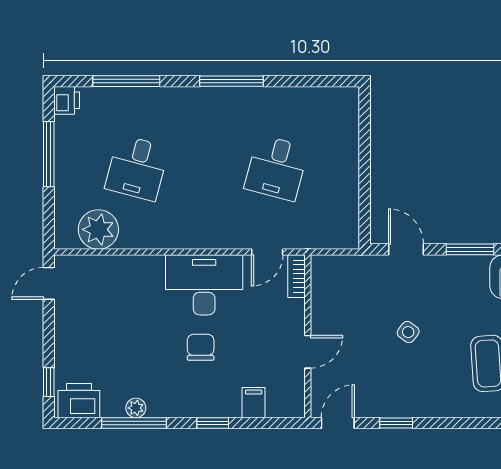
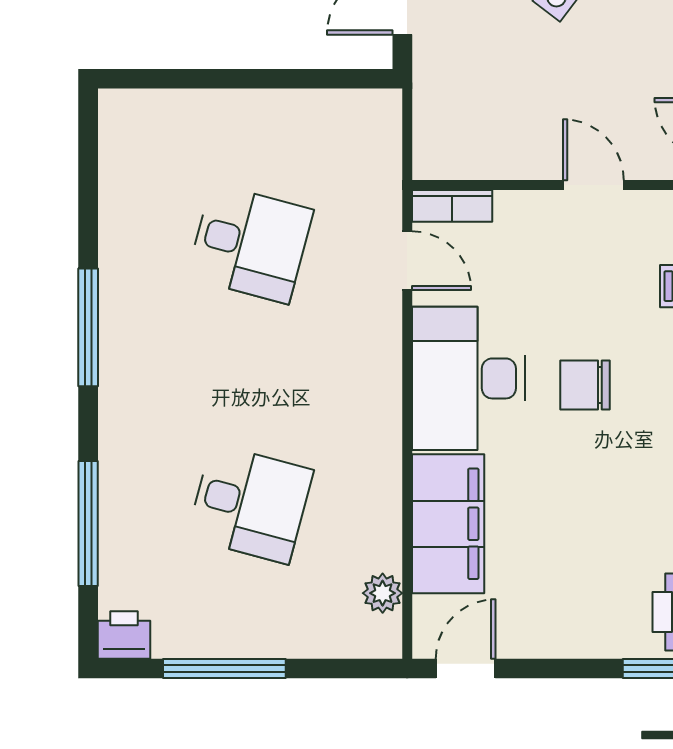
plant: (98, 229) -> (383, 593), width x0.53, depth x0.53
filing cabinet: (126, 274) -> (448, 524), added
door: (49, 283) -> (466, 668), swing flipped

